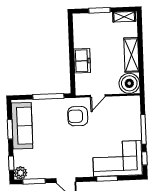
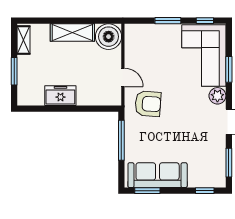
freezer: (82, 61) -> (60, 96), moved
armchair: (78, 116) -> (148, 104), turned -86
window: (10, 129) -> (147, 191), moved
window: (143, 129) -> (168, 21), width x0.69
plant: (20, 173) -> (217, 96), moved

